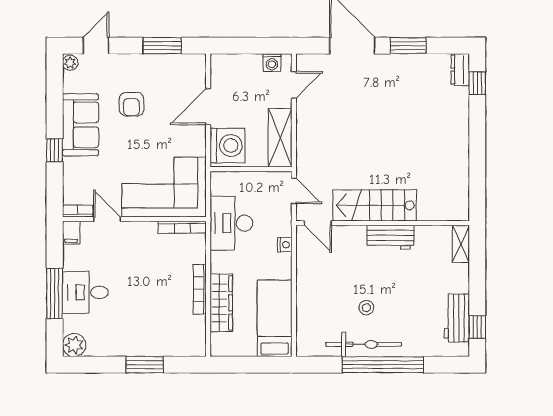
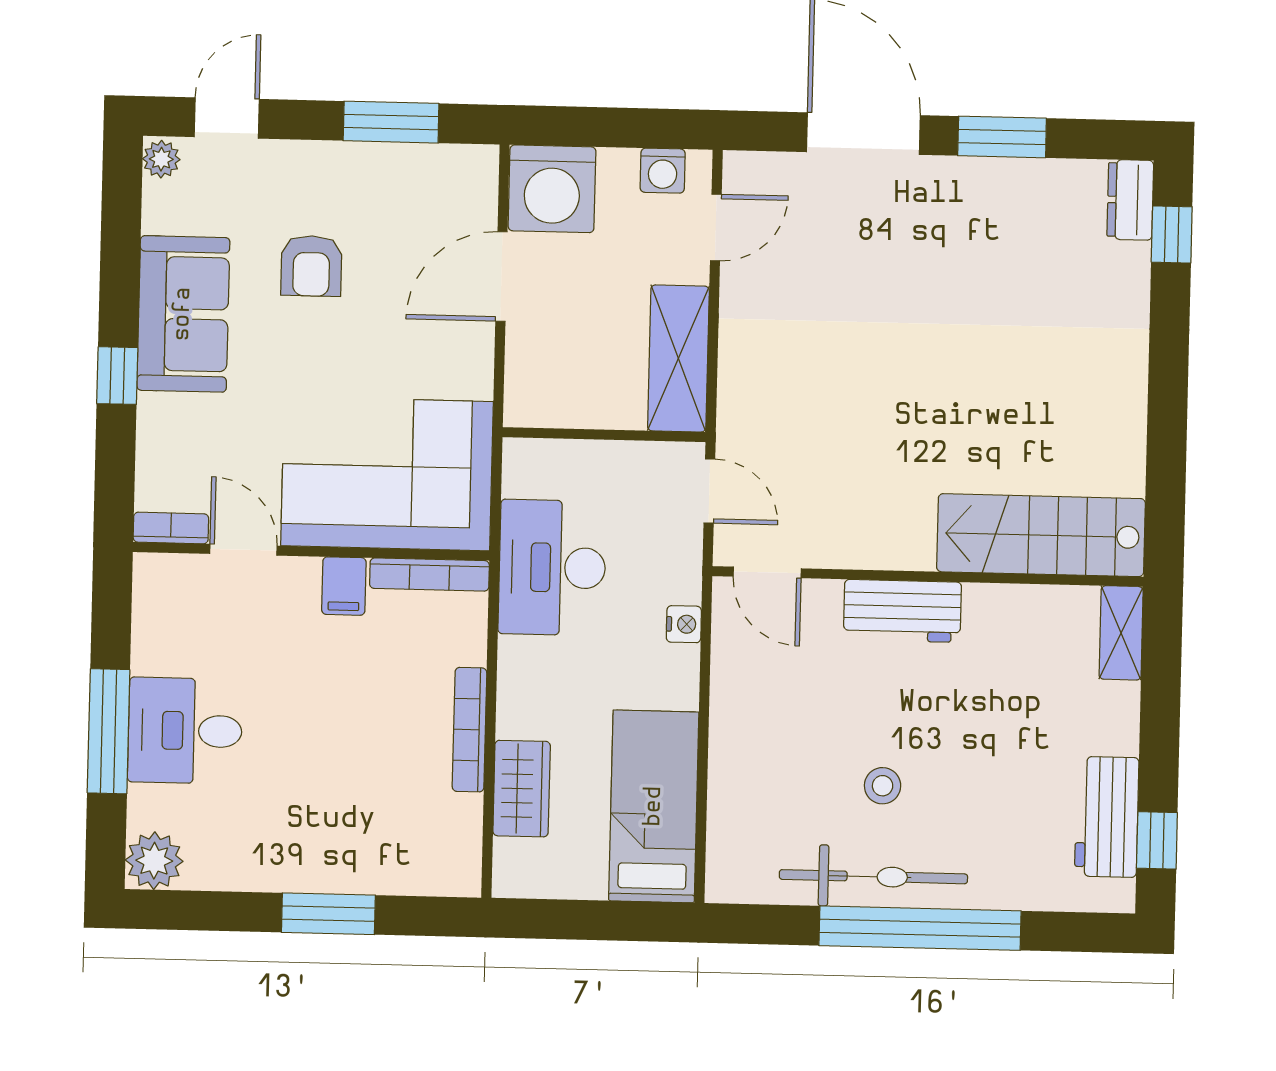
washing machine: (227, 146) -> (552, 189), moved, turned 90
stairs: (375, 205) -> (1041, 535), moved
filing cabinet: (71, 233) -> (344, 586), moved
workbench: (390, 237) -> (902, 611), moved
wardrobe: (221, 303) -> (522, 789), width x0.67

